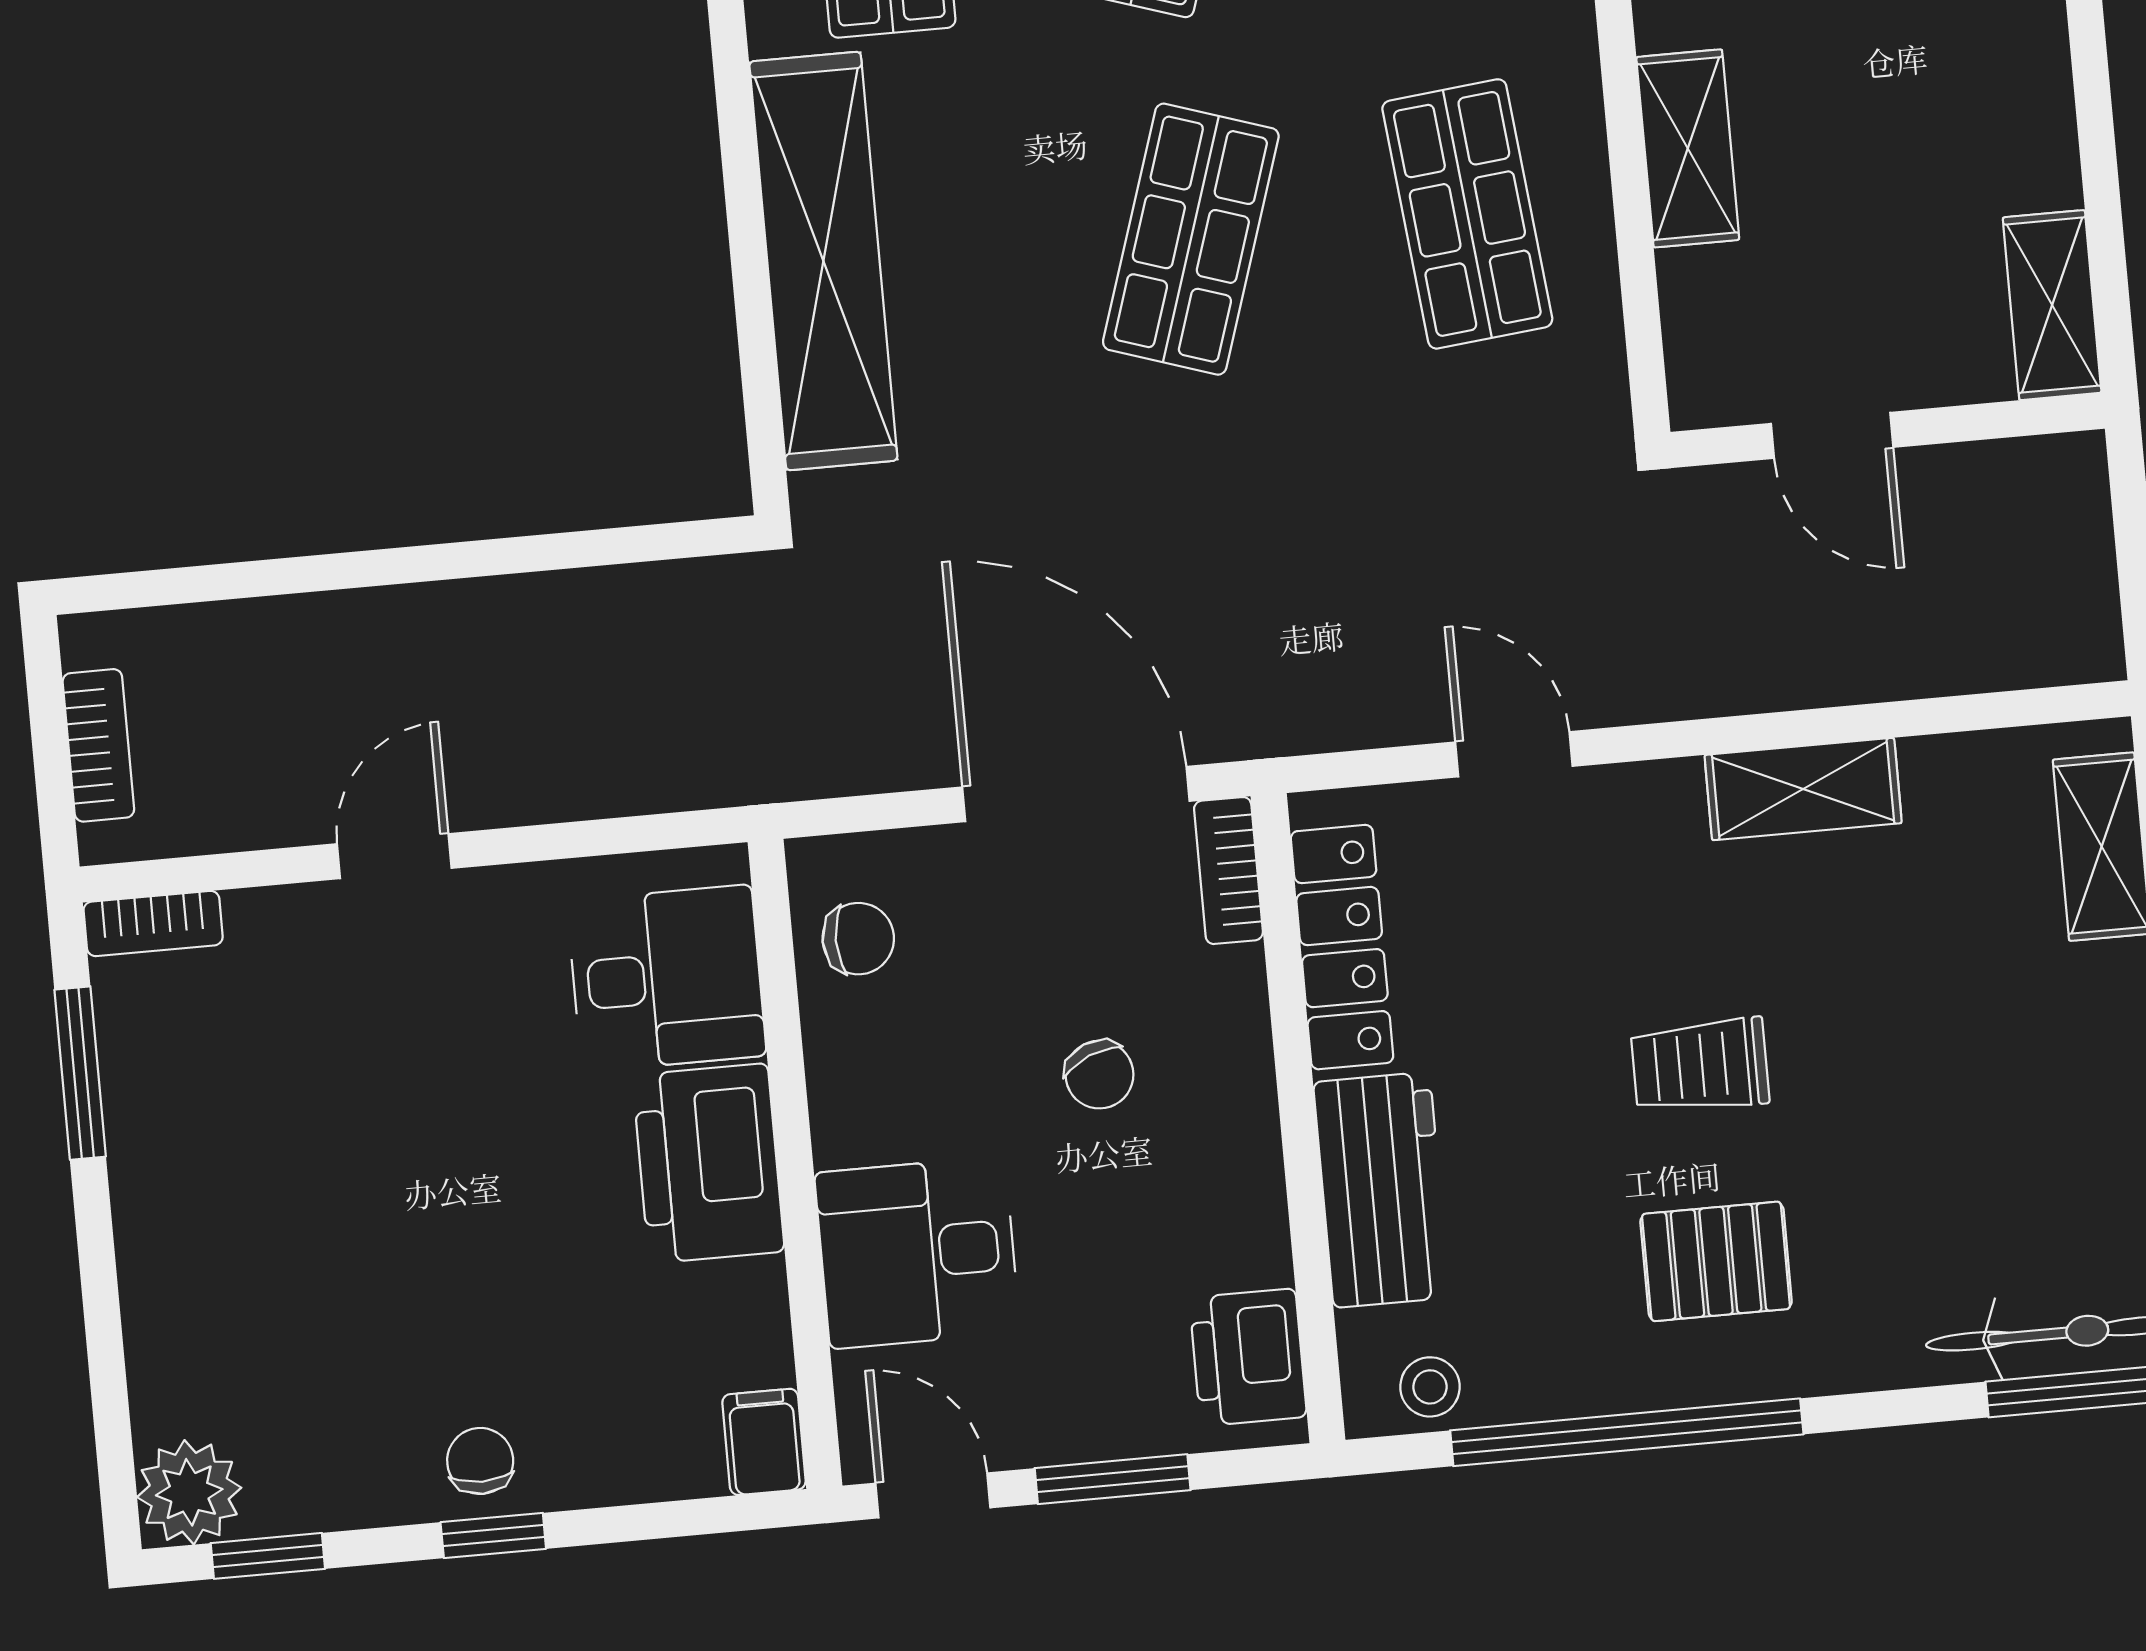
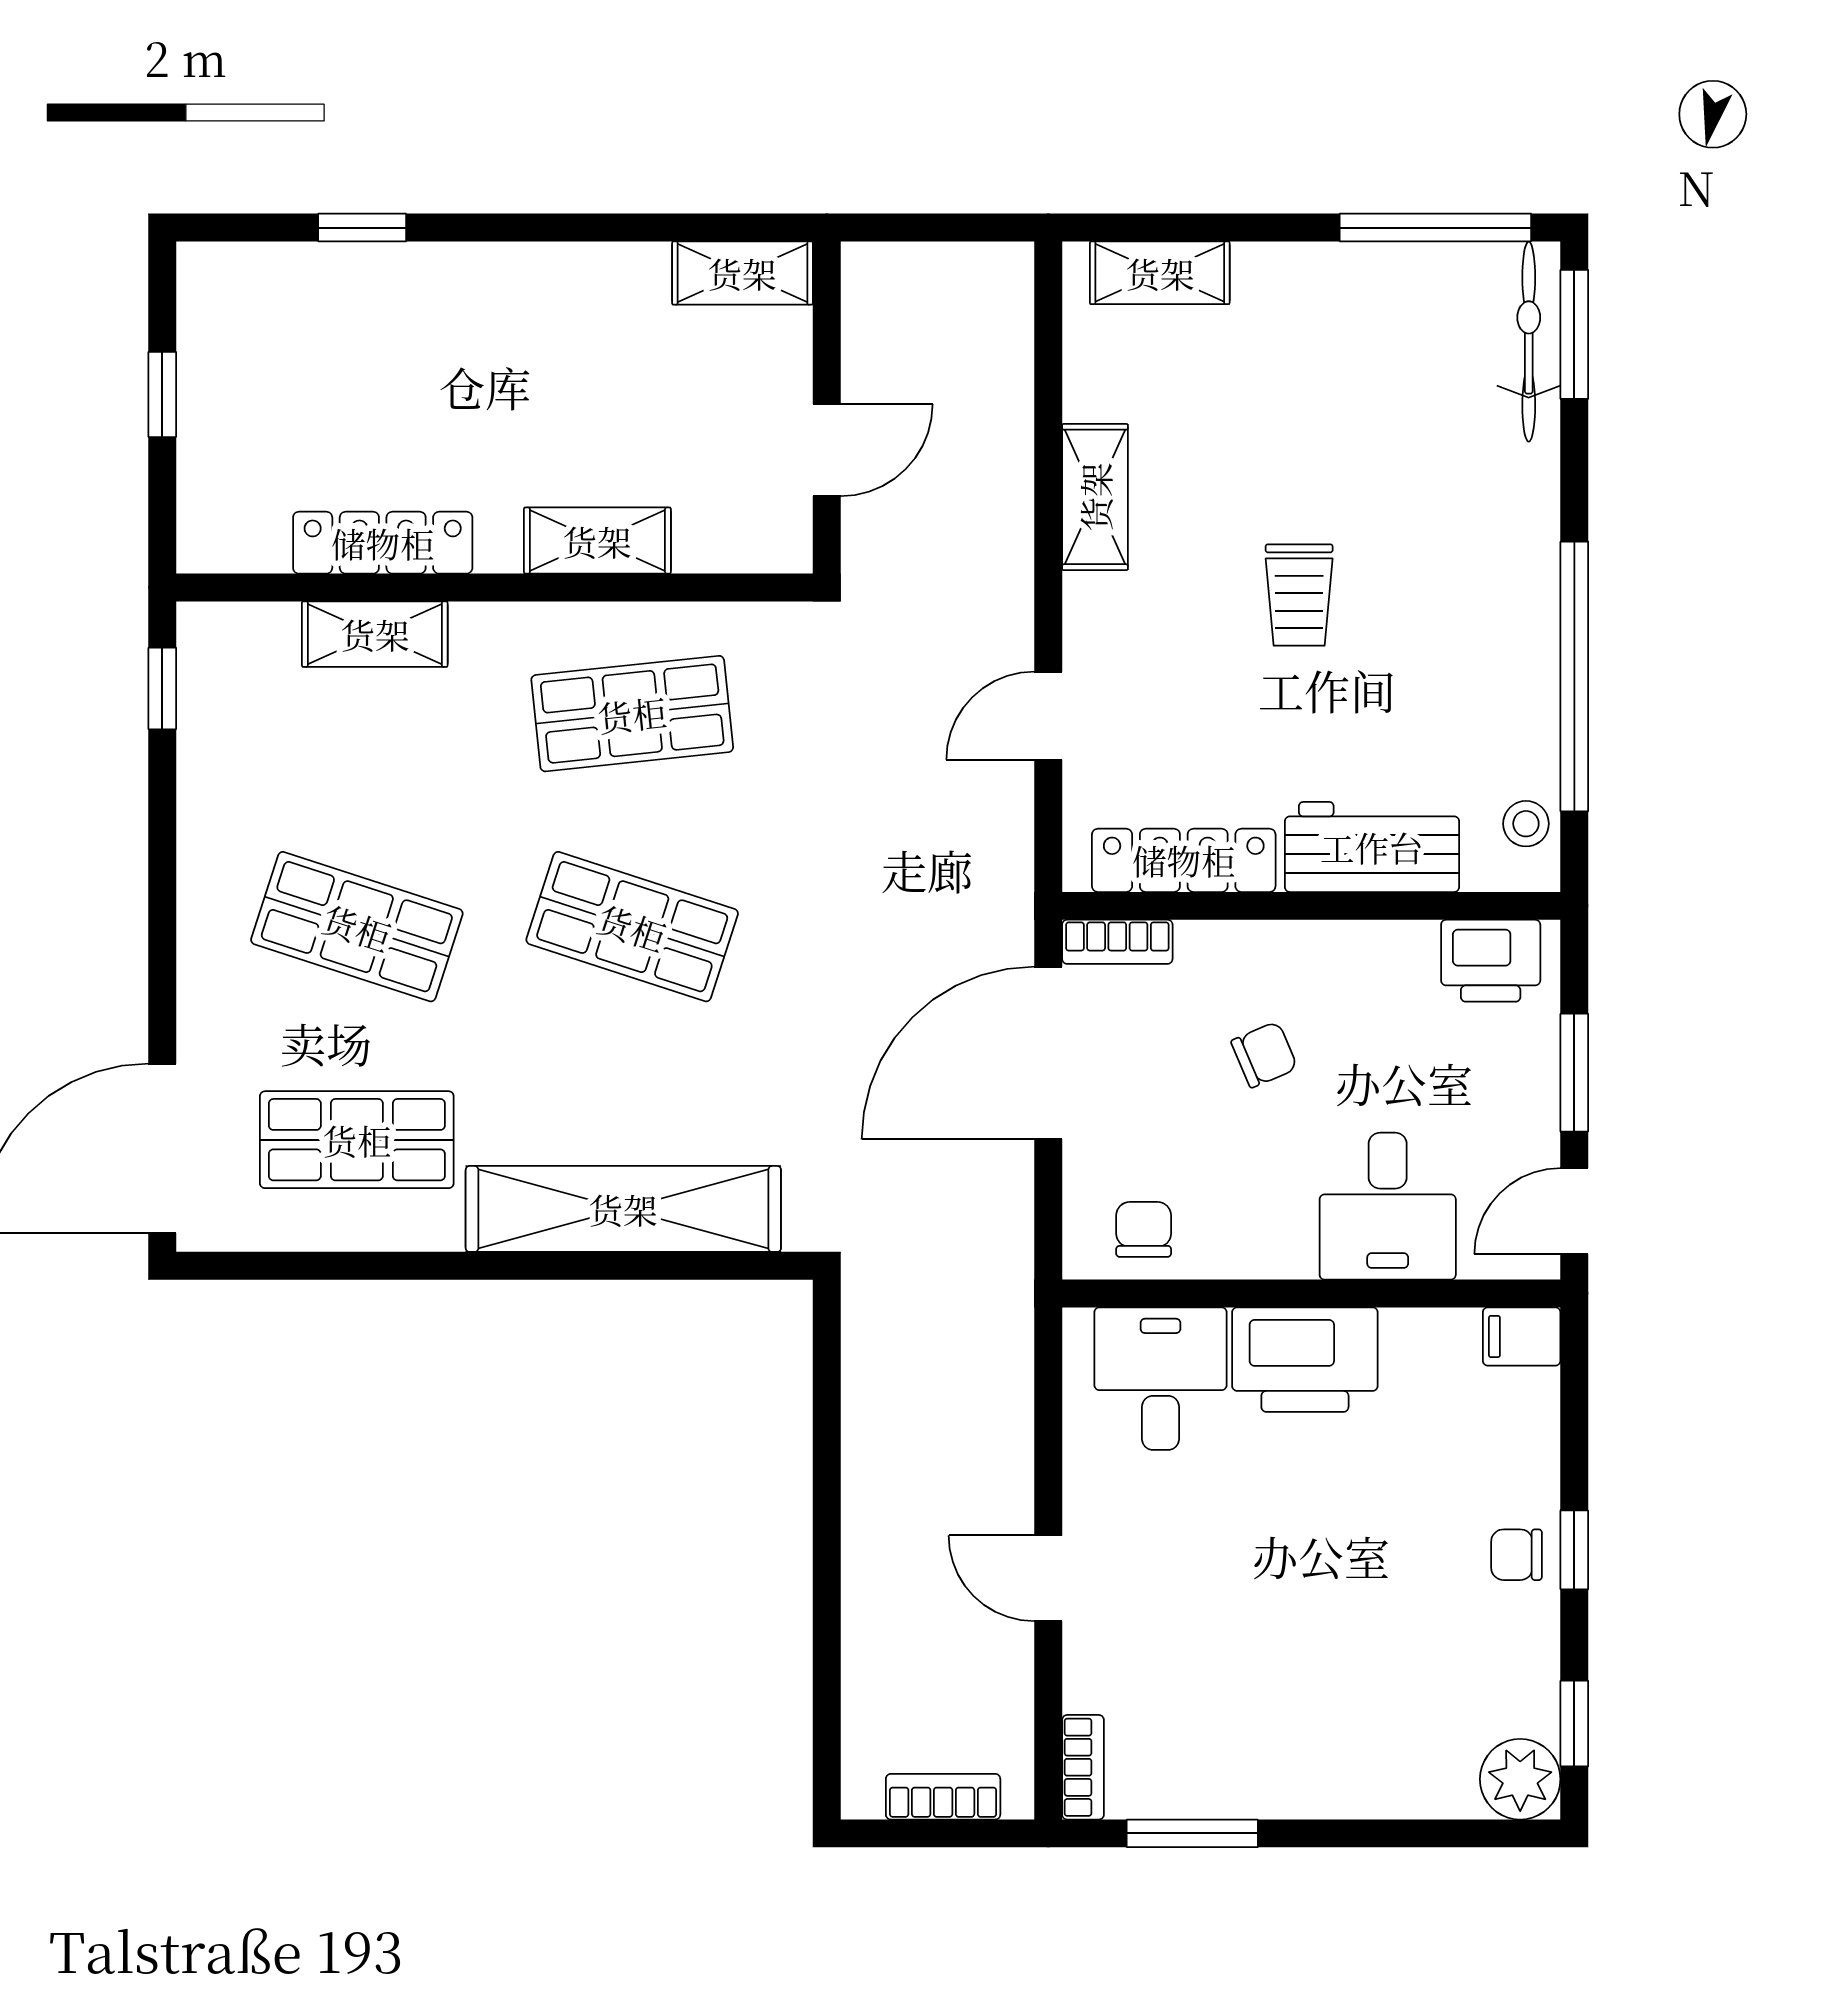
pallet: (1716, 1261) -> (1450, 596), removed

